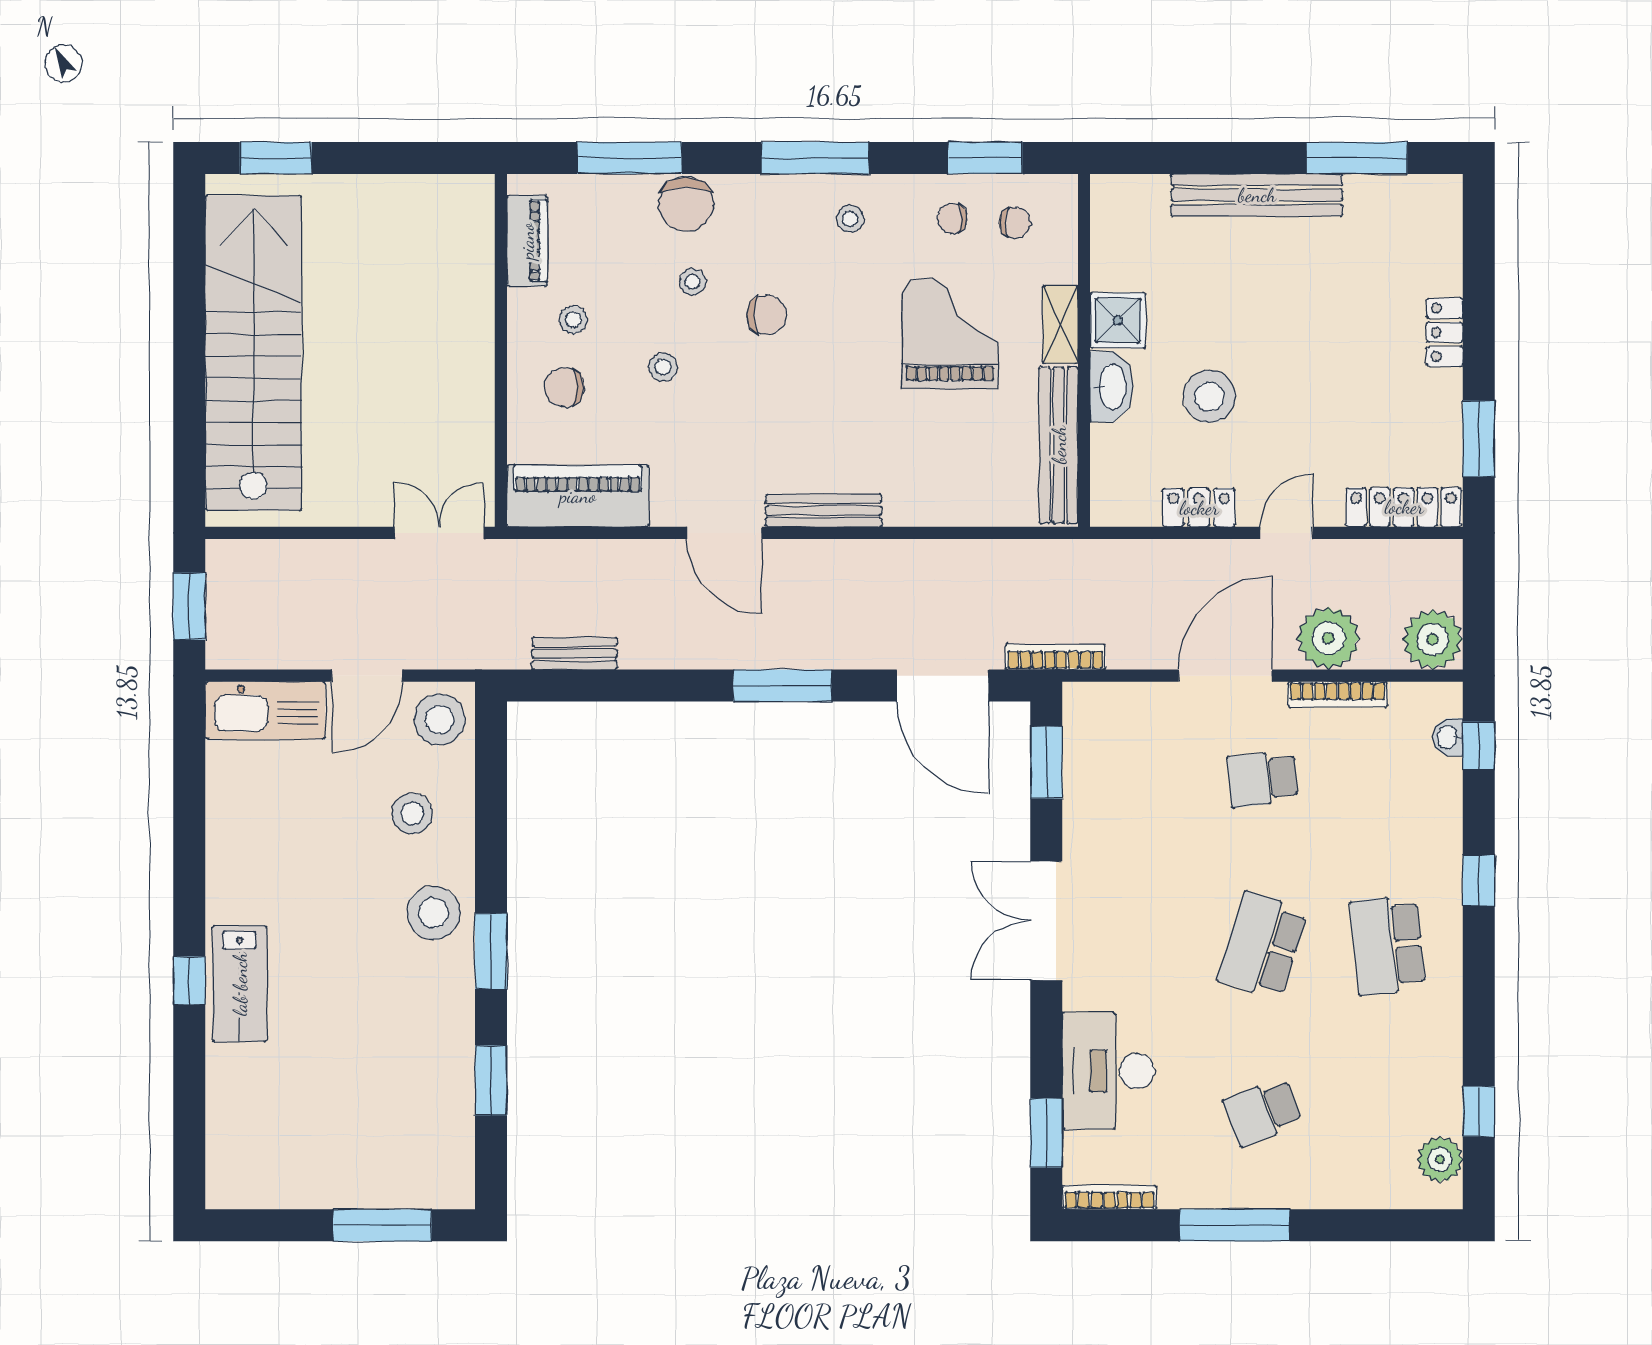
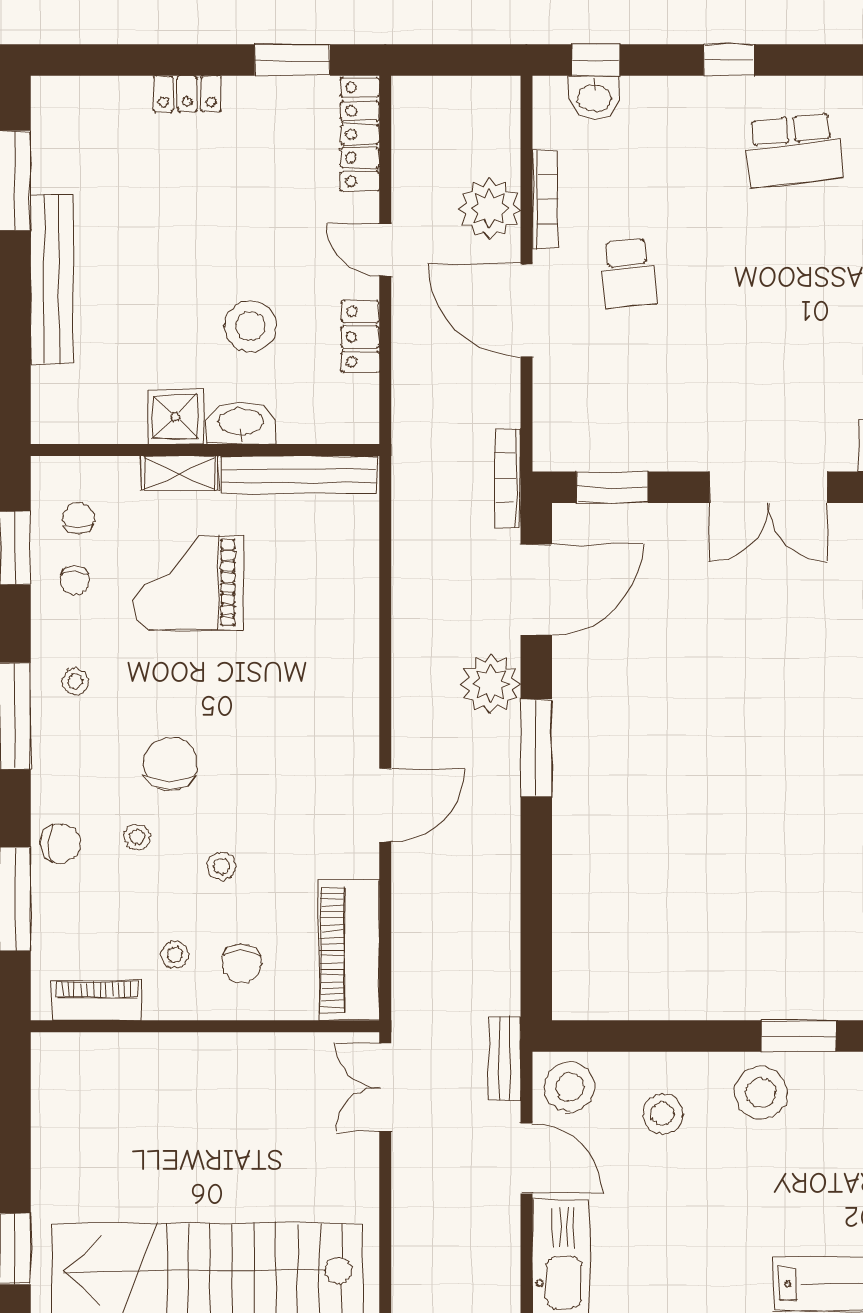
chair: (686, 204) -> (61, 843), width x0.73, depth x0.73
chair: (766, 315) -> (170, 764), width x1.37, depth x1.37
bench: (823, 511) -> (363, 708), removed
plant: (1433, 639) -> (491, 684), moved
bench: (574, 653) -> (504, 1059), moved
washbasin: (1448, 737) -> (594, 97), width x1.38, depth x1.45
school desk: (1263, 945) -> (793, 274), removed

